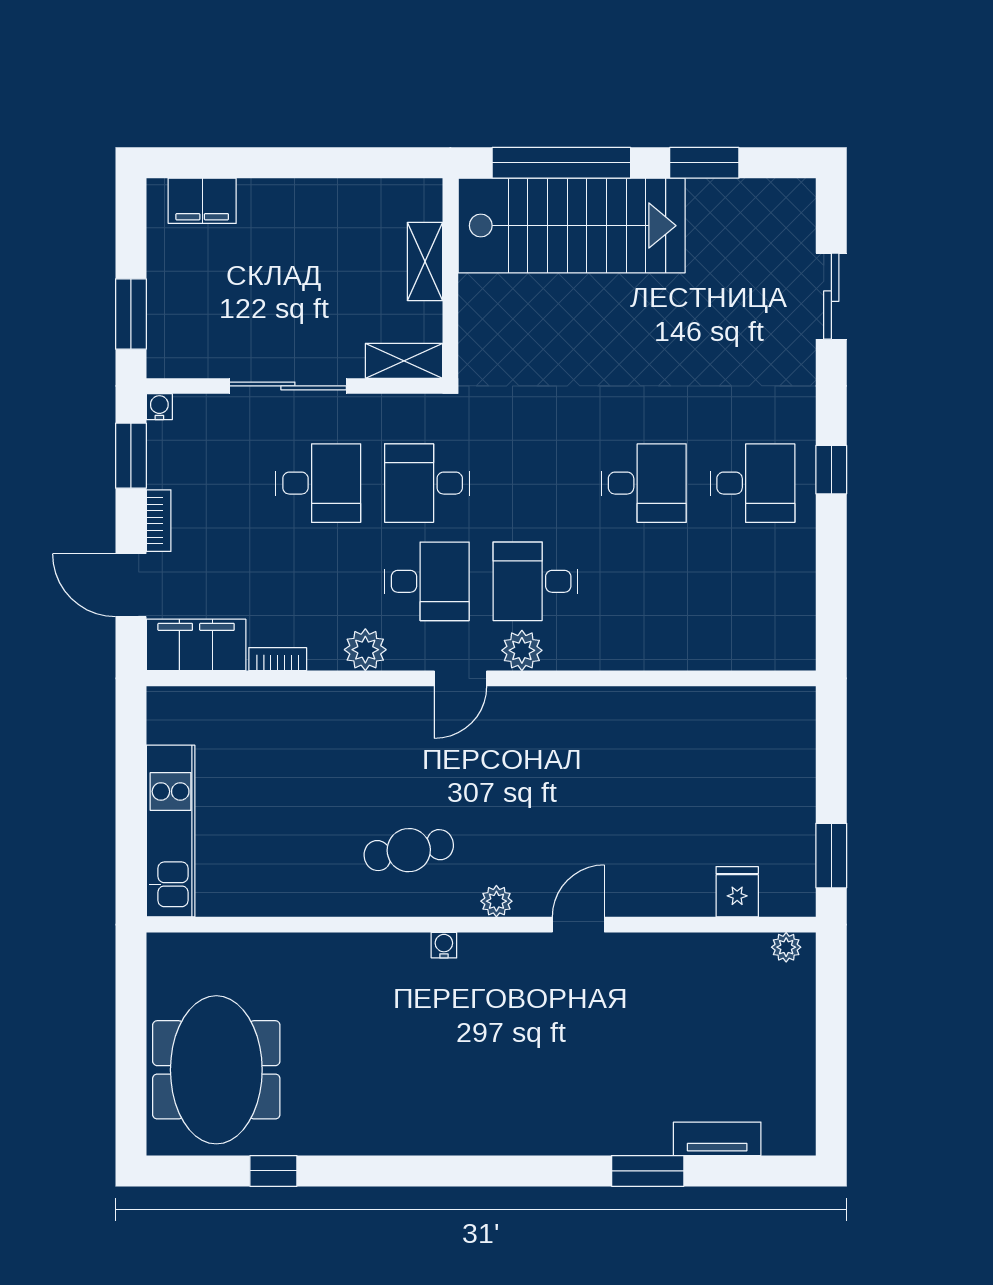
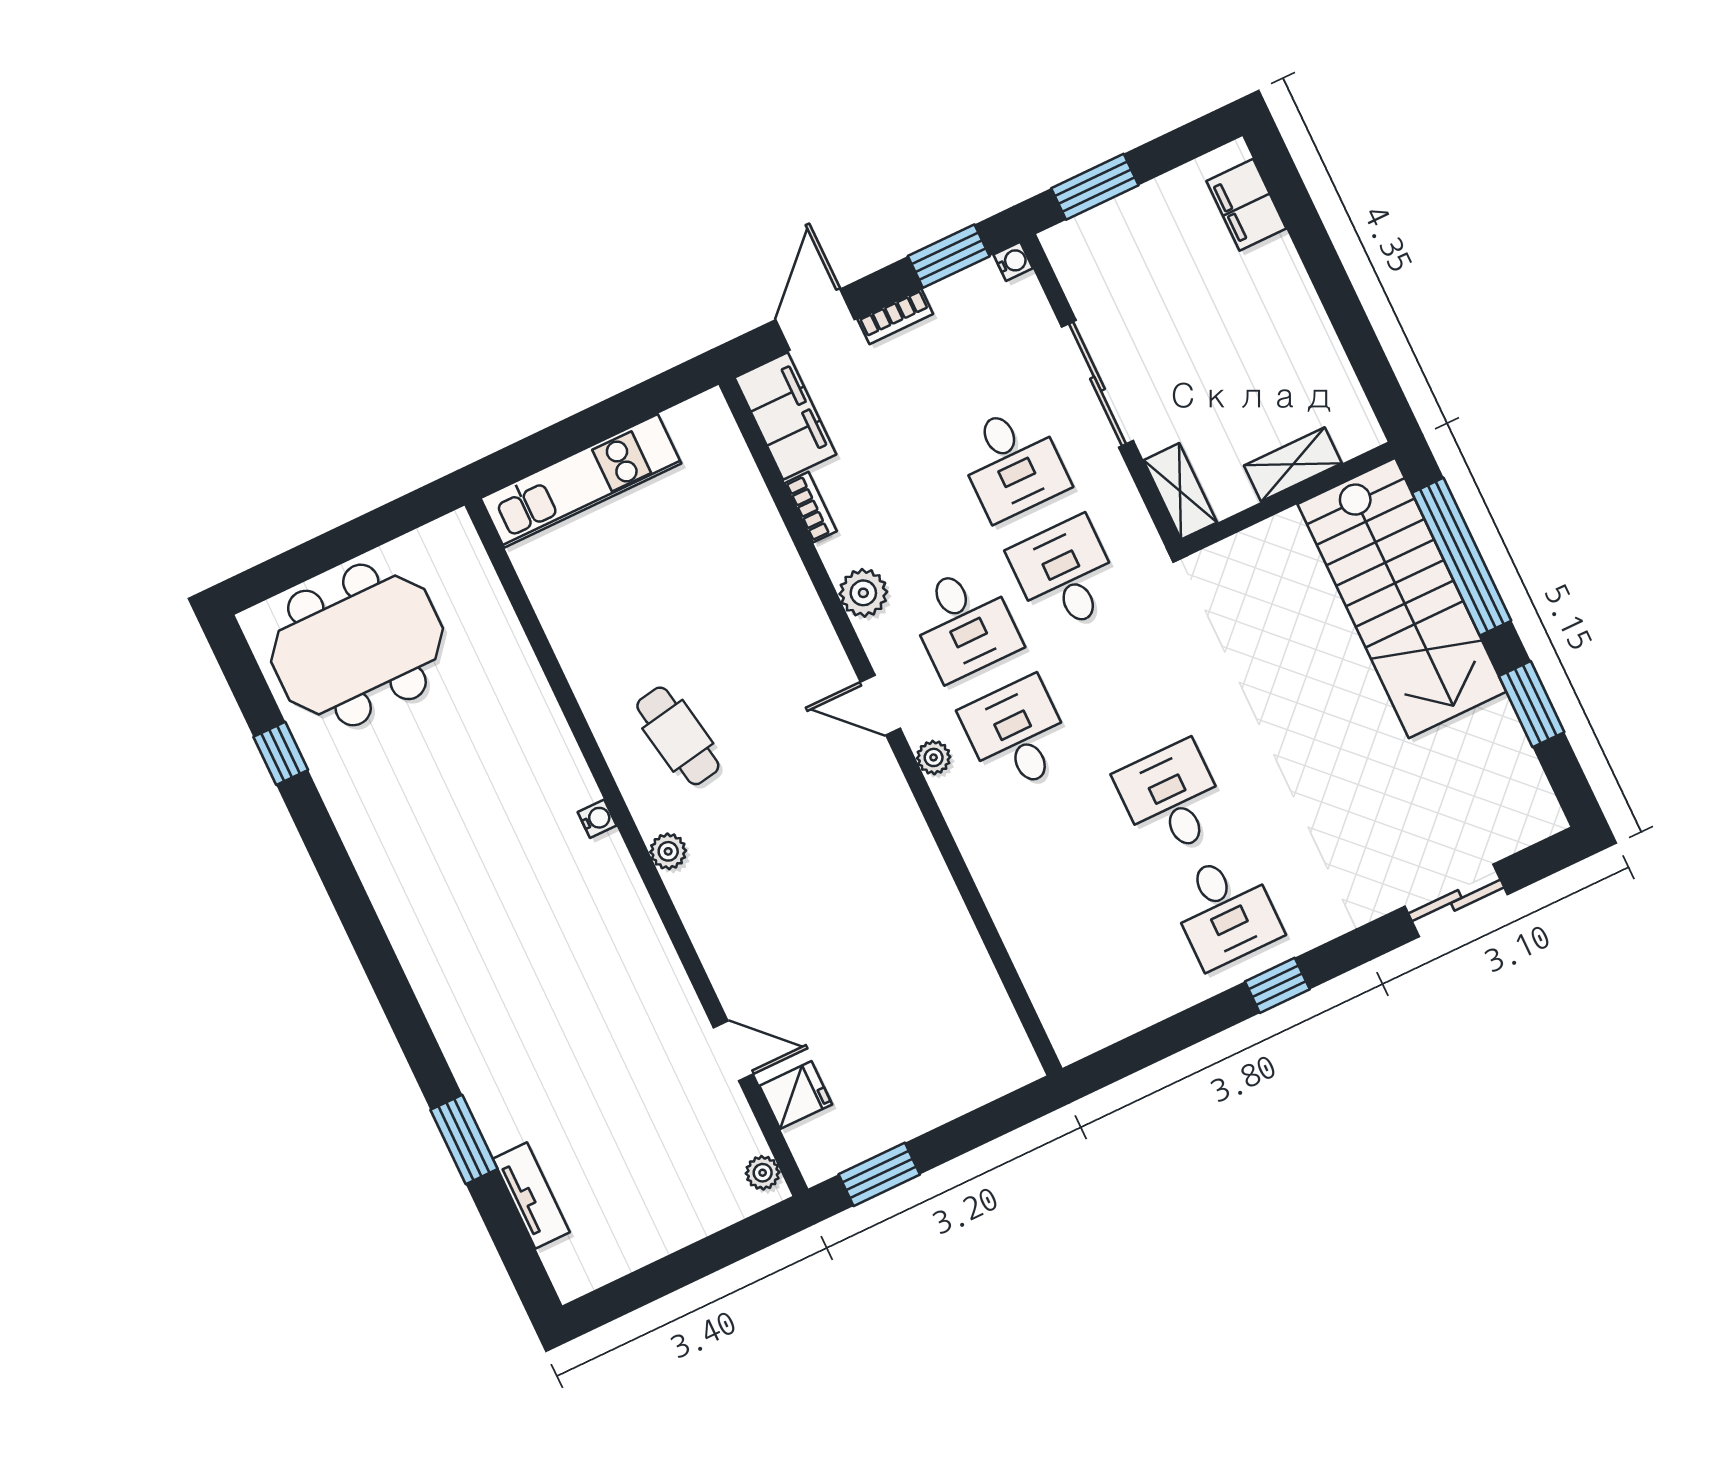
desk: (644, 483) -> (1172, 799), turned 180
plant: (522, 650) -> (934, 757), width x0.73, depth x0.73
door: (578, 925) -> (733, 1051), moved

